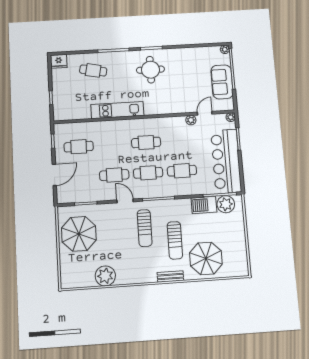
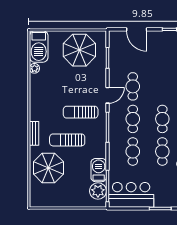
cafe table: (79, 147) -> (162, 151), moved
bar counter: (226, 161) -> (131, 195), width x0.73
plant: (105, 276) -> (34, 68), width x0.53, depth x0.53
barbecue: (77, 278) -> (39, 46), added

